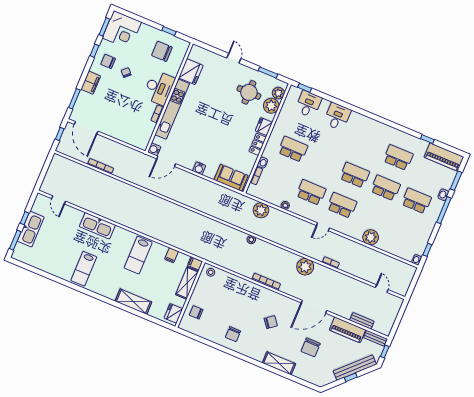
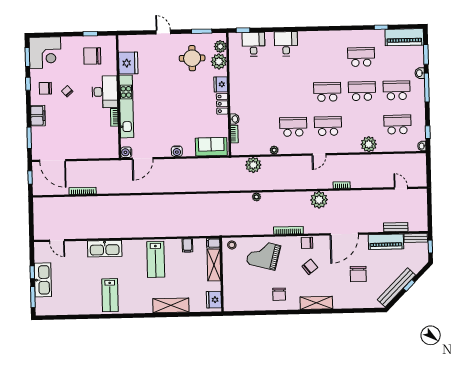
school desk: (293, 149) -> (397, 124), moved
grand piano: (235, 293) -> (263, 255), added
chair: (196, 312) -> (307, 243), moved
shelving: (279, 363) -> (316, 303), moved
bench: (355, 368) -> (396, 287), moved

